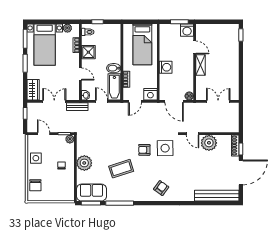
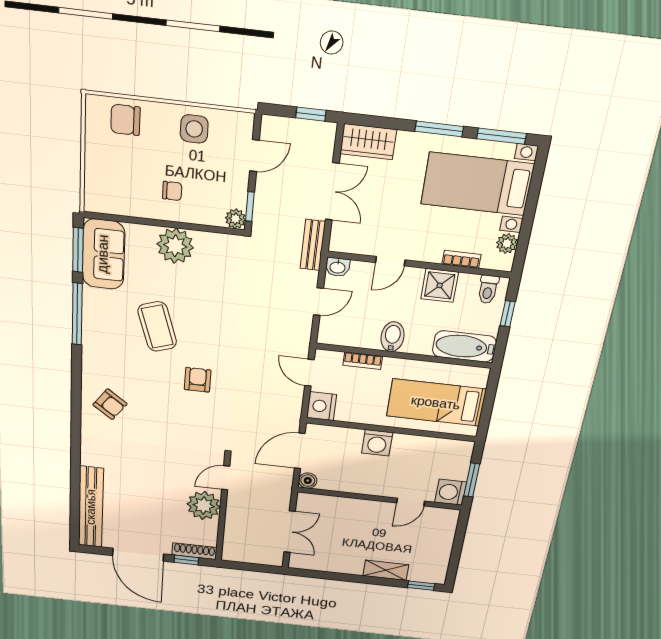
shelving: (200, 65) -> (386, 570), moved
bathtub: (114, 87) -> (464, 346), moved
side table: (165, 148) -> (198, 422), removed

